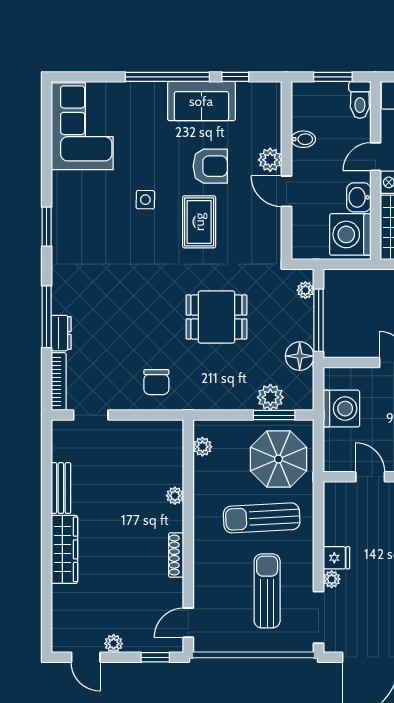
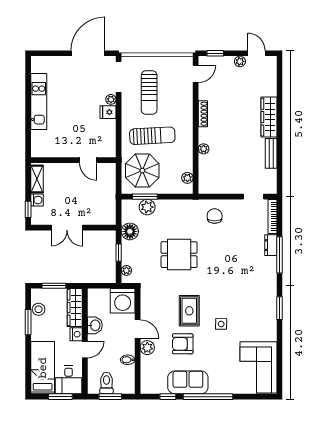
toilet: (360, 100) -> (106, 383), moved
washing machine: (350, 234) -> (123, 301), moved, turned 90
window: (319, 320) -> (119, 253), width x0.46
washing machine: (341, 409) -> (105, 200), removed

